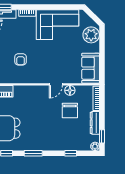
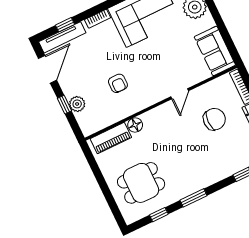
floor lamp: (70, 90) -> (135, 125), moved
chair: (70, 111) -> (214, 119), turned -90

